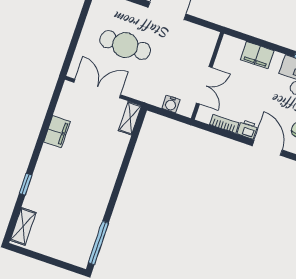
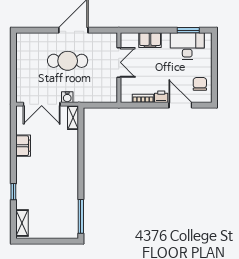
cafe table: (125, 45) -> (68, 61), moved
double door: (204, 85) -> (119, 62), moved
double door: (97, 88) -> (42, 104), swing flipped
water cooler: (171, 104) -> (67, 97), moved

